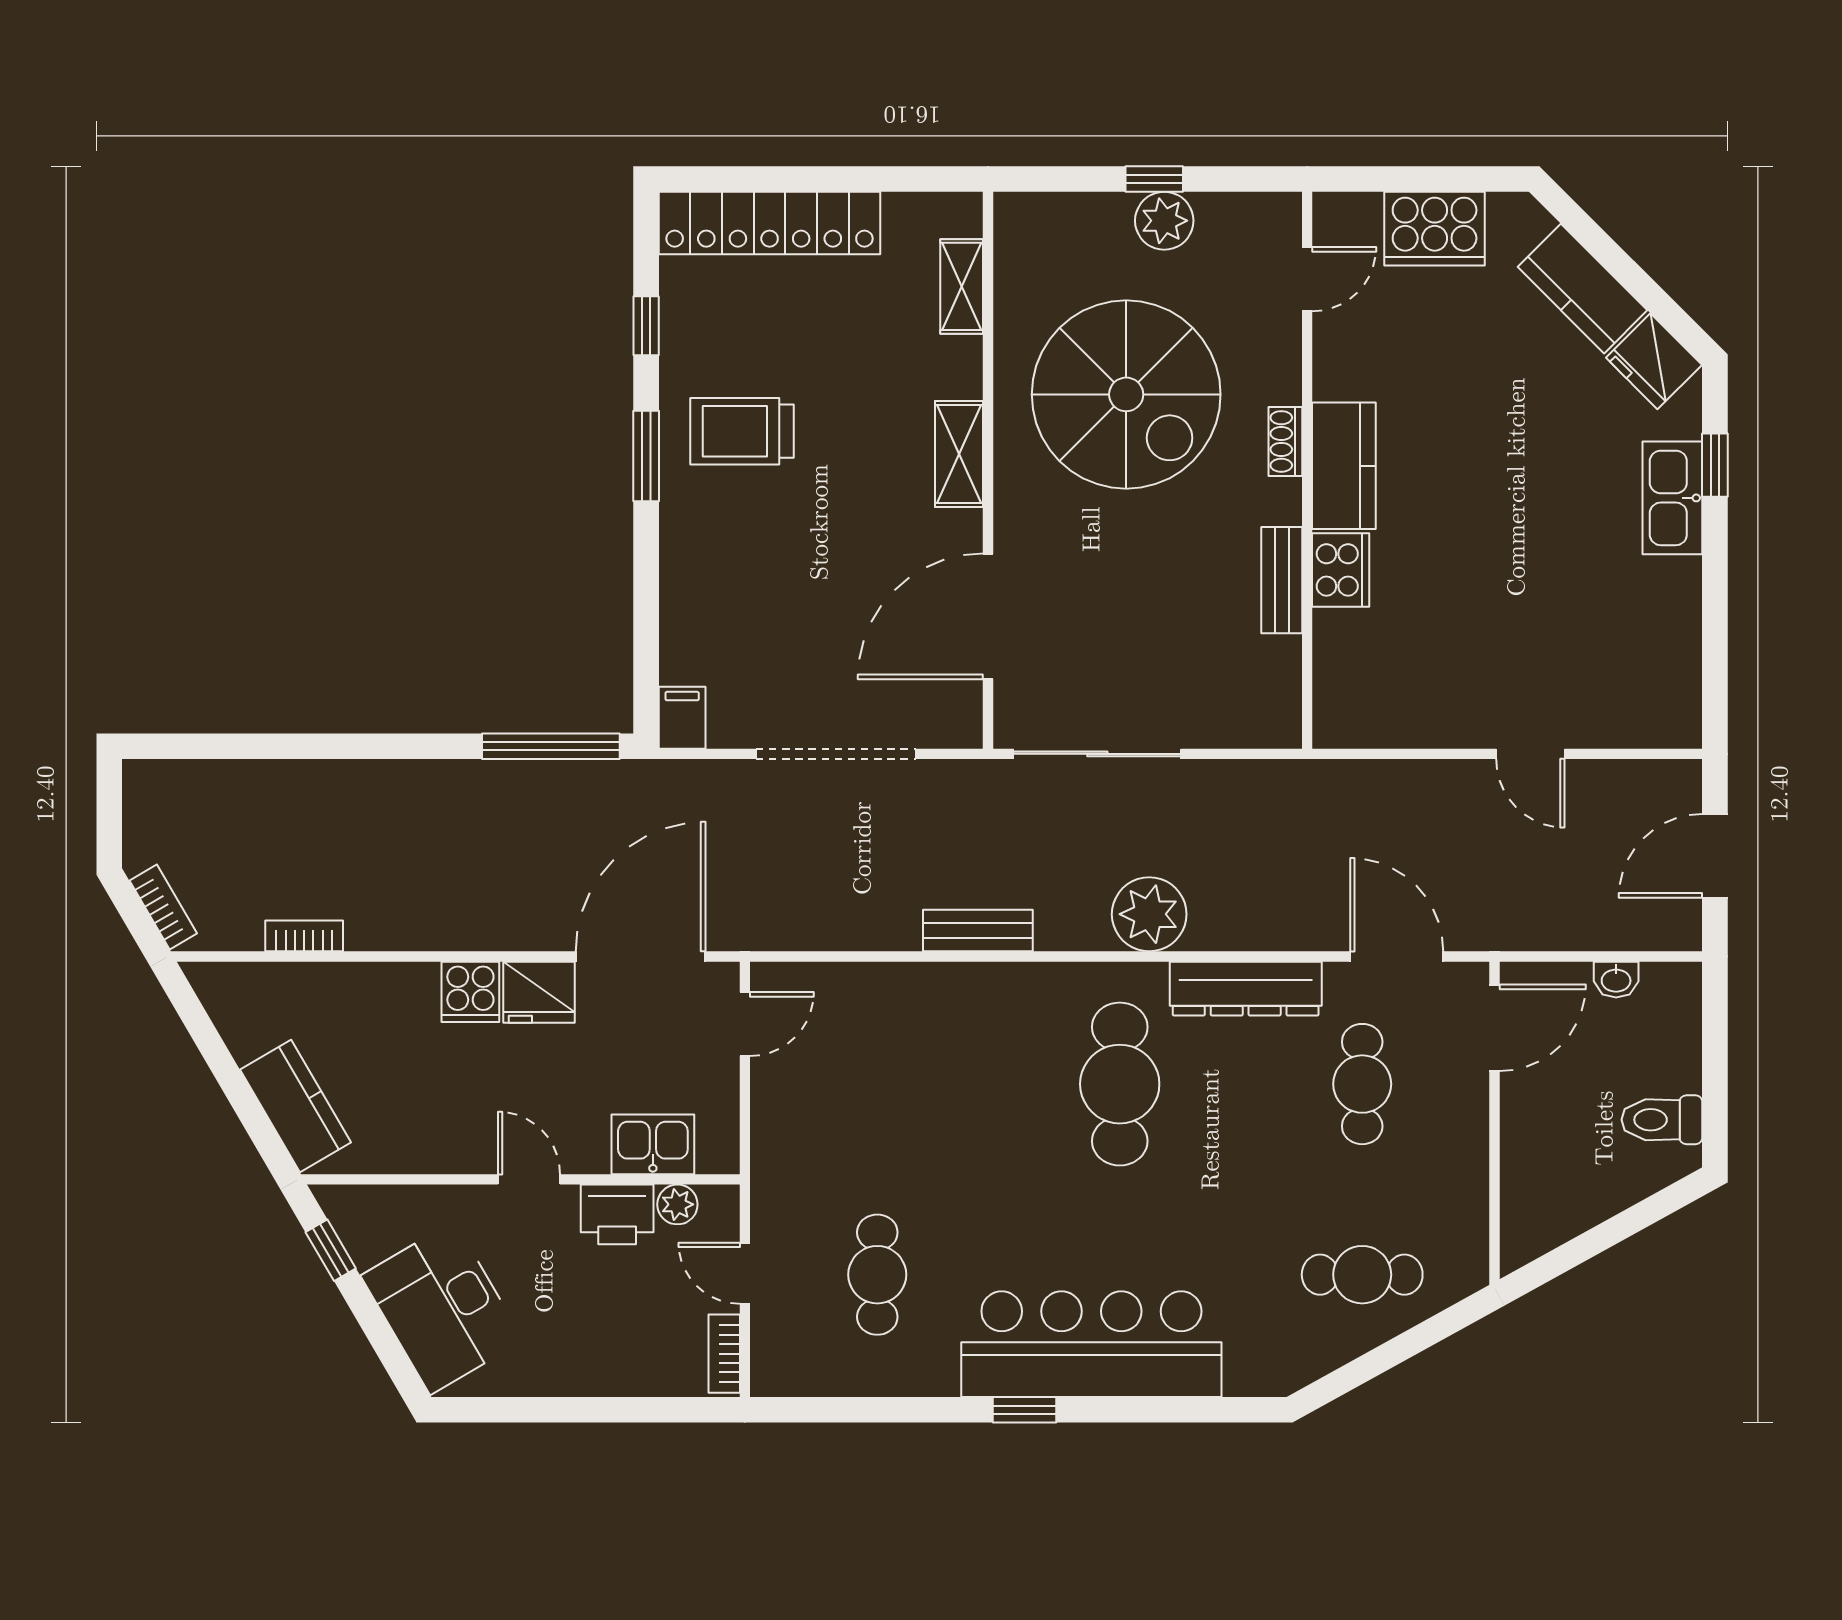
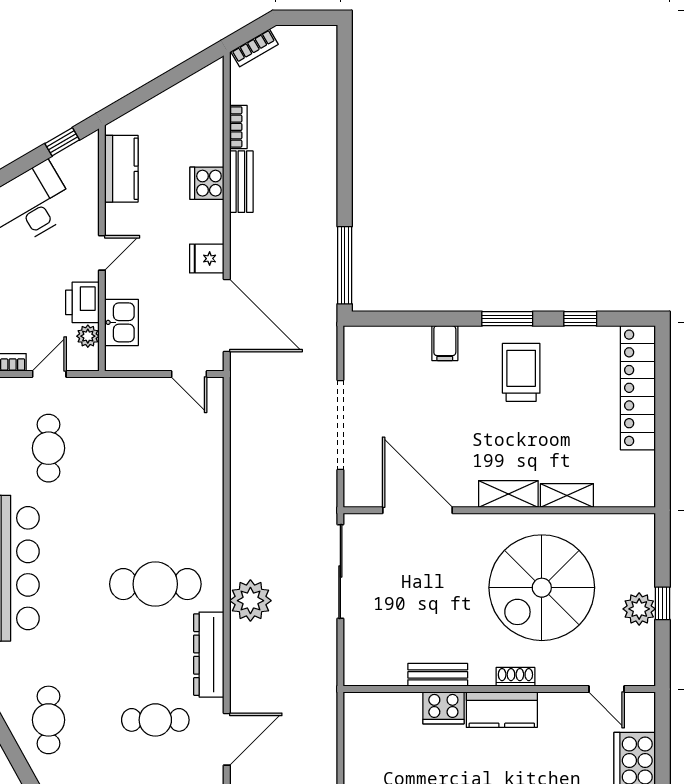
shelving: (962, 286) -> (567, 495), moved
filing cabinet: (682, 718) -> (445, 343), moved, turned 90
bench: (978, 931) -> (241, 182), moved
cooker: (470, 992) -> (207, 183), moved
fridge: (539, 992) -> (207, 259), width x0.72
kitchen counter: (295, 1106) -> (121, 169), moved, turned -60
cafe table: (877, 1275) -> (48, 448), turned 90

